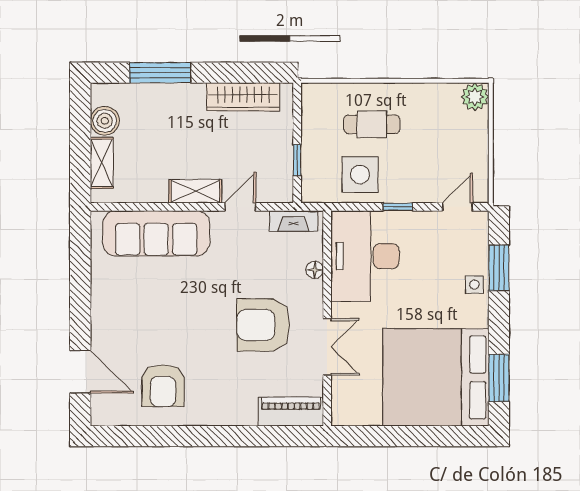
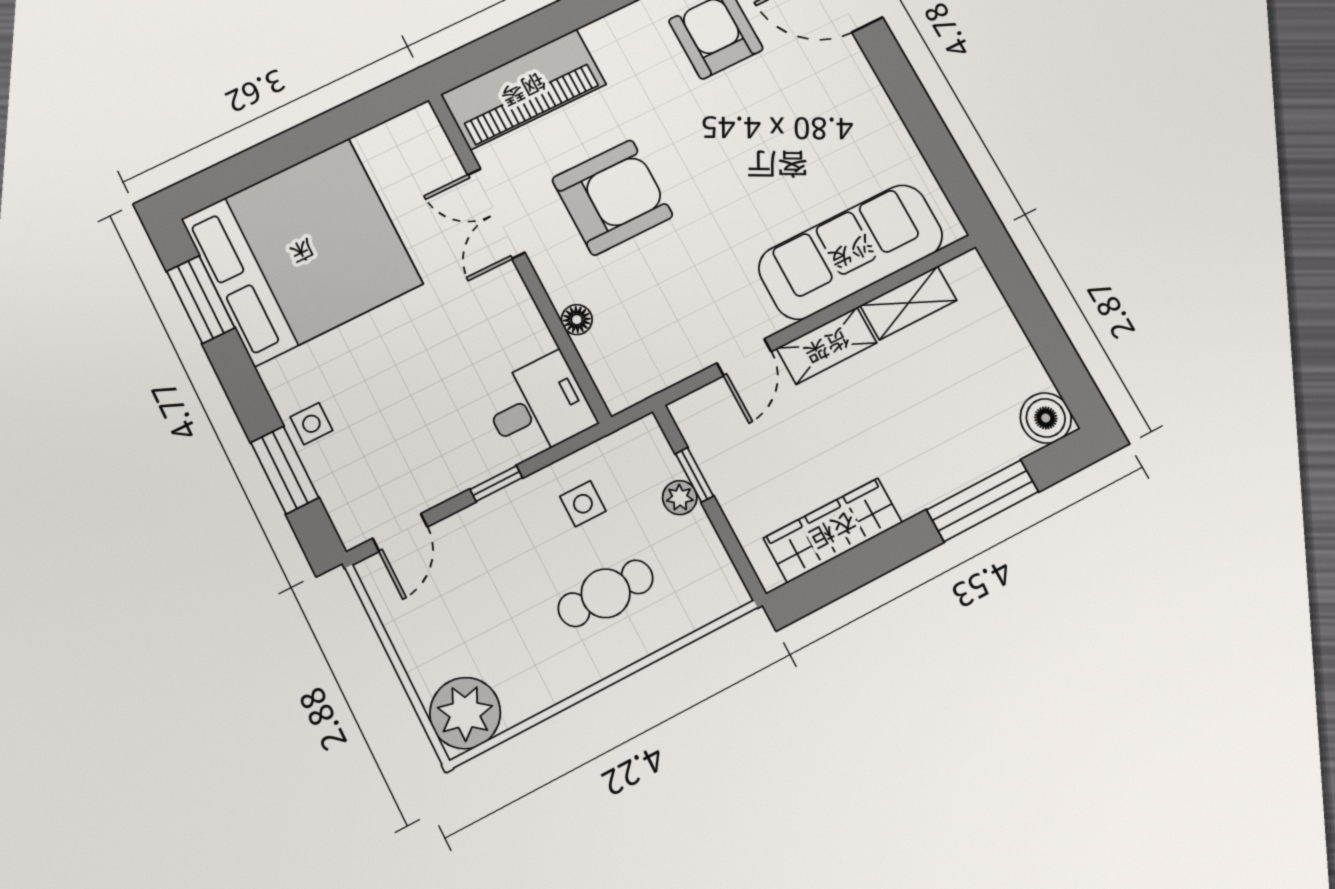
plant: (475, 97) -> (465, 713), width x1.36, depth x1.36
boiler: (105, 121) -> (1046, 418), moved
plant: (310, 153) -> (680, 498), added
shelving: (102, 163) -> (908, 303), moved, turned 90
side table: (360, 174) -> (583, 504), width x0.54, depth x0.54
fireplace: (294, 221) -> (650, 378), removed
desk: (365, 256) -> (538, 407), width x0.53, depth x0.77
piano: (291, 412) -> (523, 89), width x1.37, depth x1.33

